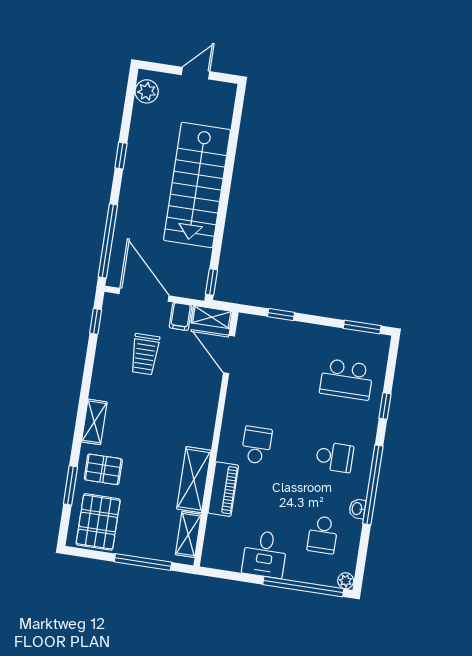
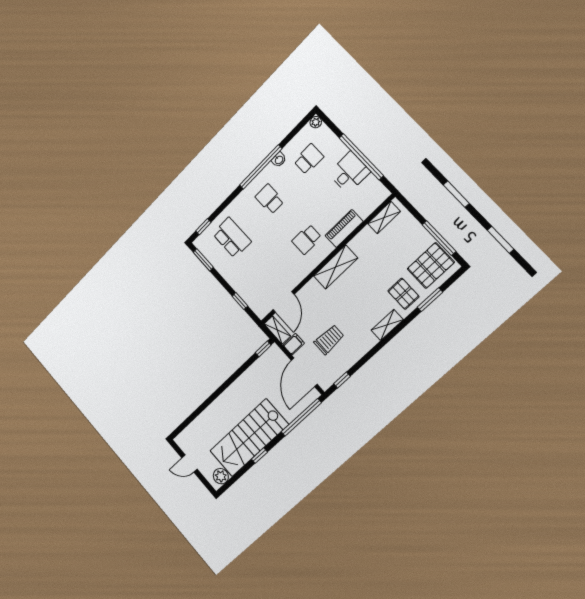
stairs: (197, 185) -> (249, 438), moved, turned 180
window: (385, 406) -> (203, 227), moved
shelving: (194, 480) -> (336, 267), moved
window: (143, 562) -> (439, 238), moved
window: (303, 587) -> (361, 157), moved

